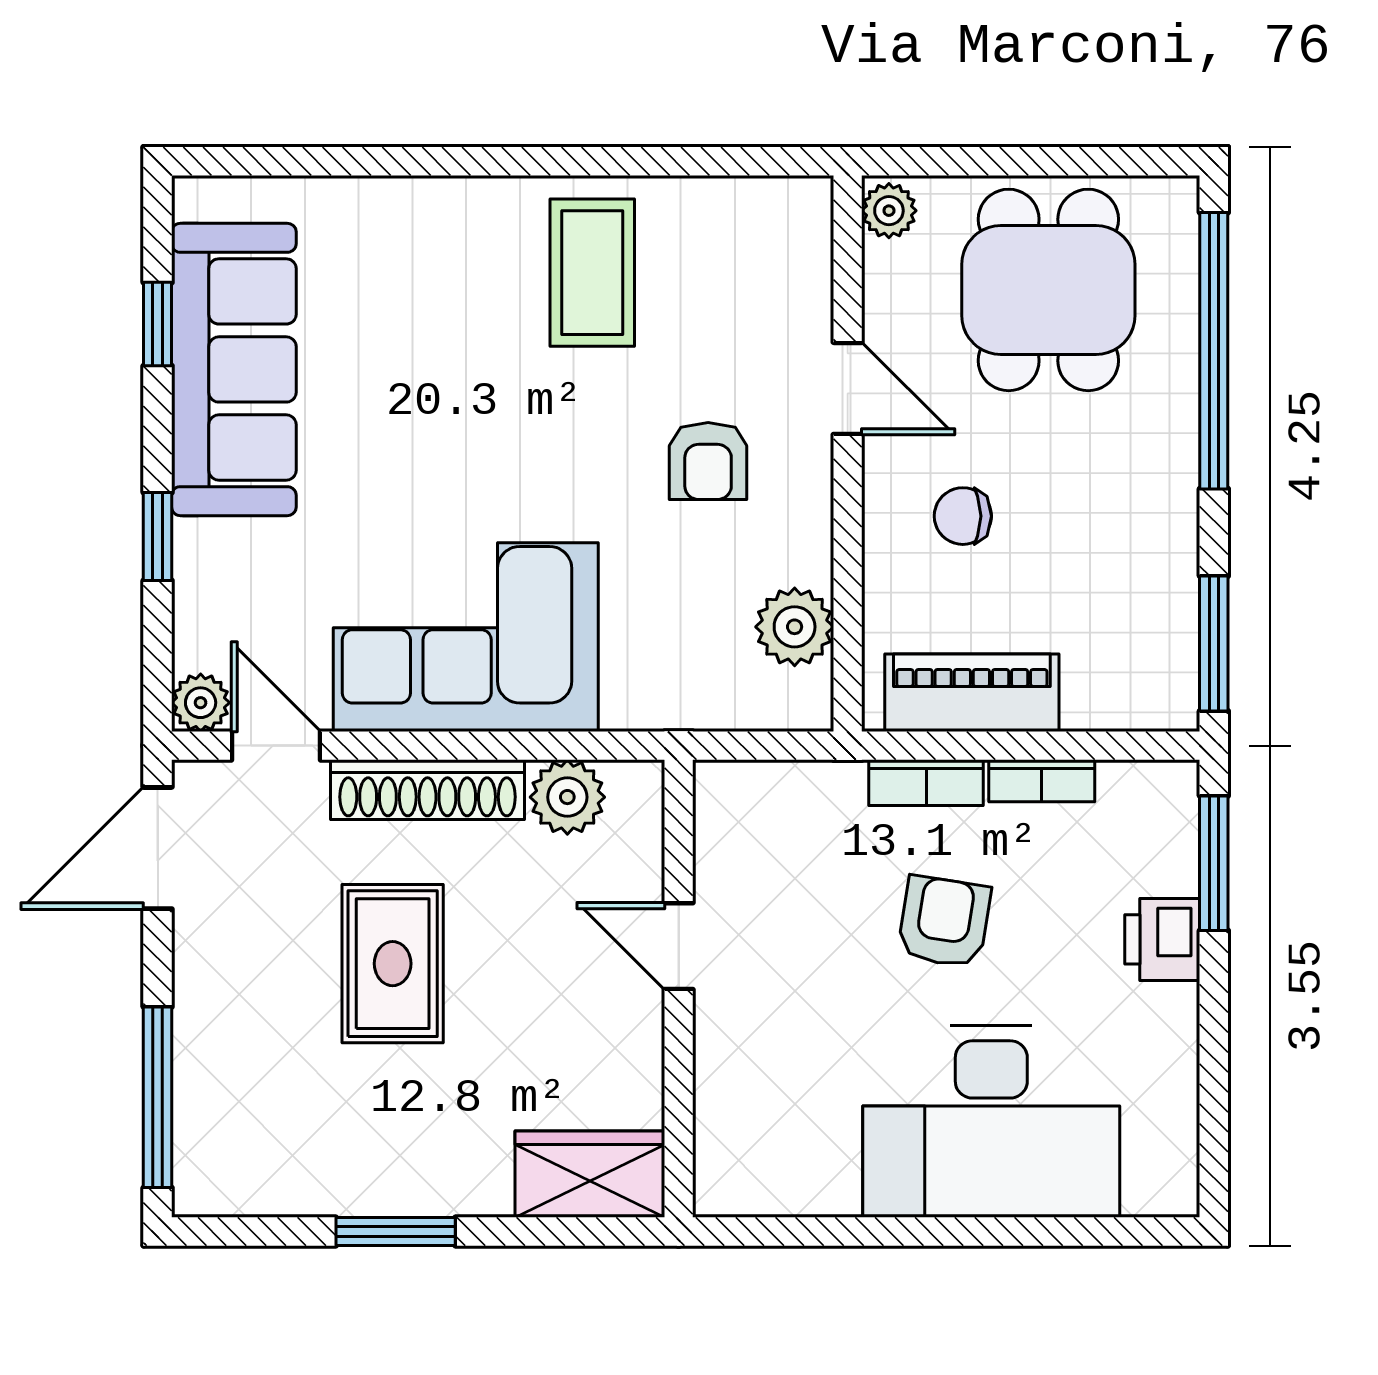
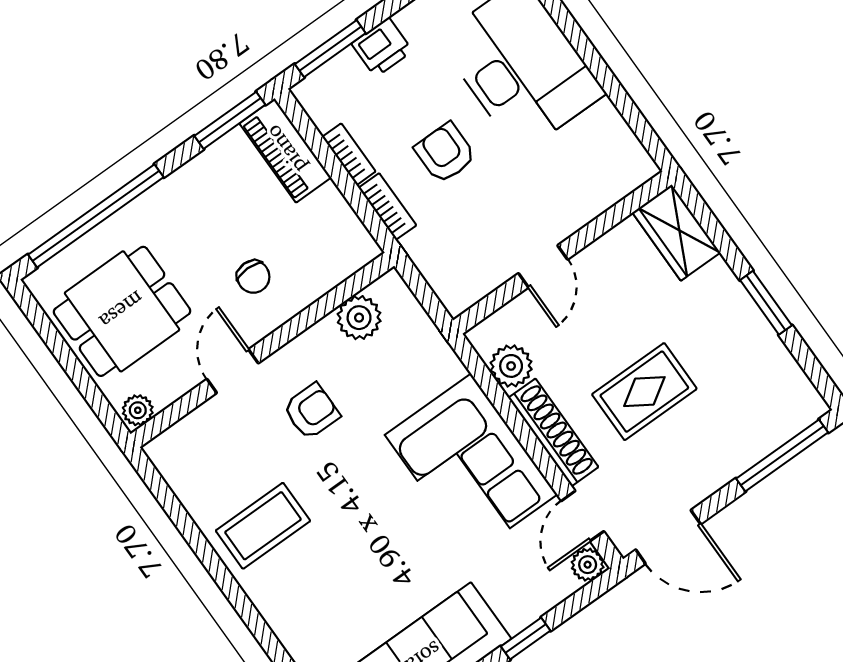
piano: (972, 693) -> (285, 150), moved
armchair: (944, 922) -> (445, 153), turned 81

